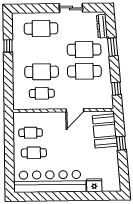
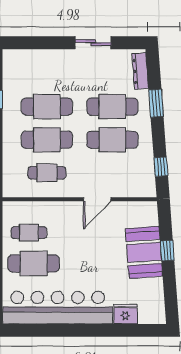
cafe table: (41, 29) -> (47, 107), moved
booth: (105, 131) -> (144, 252), moved
cafe table: (34, 153) -> (34, 263), width x1.37, depth x1.35

